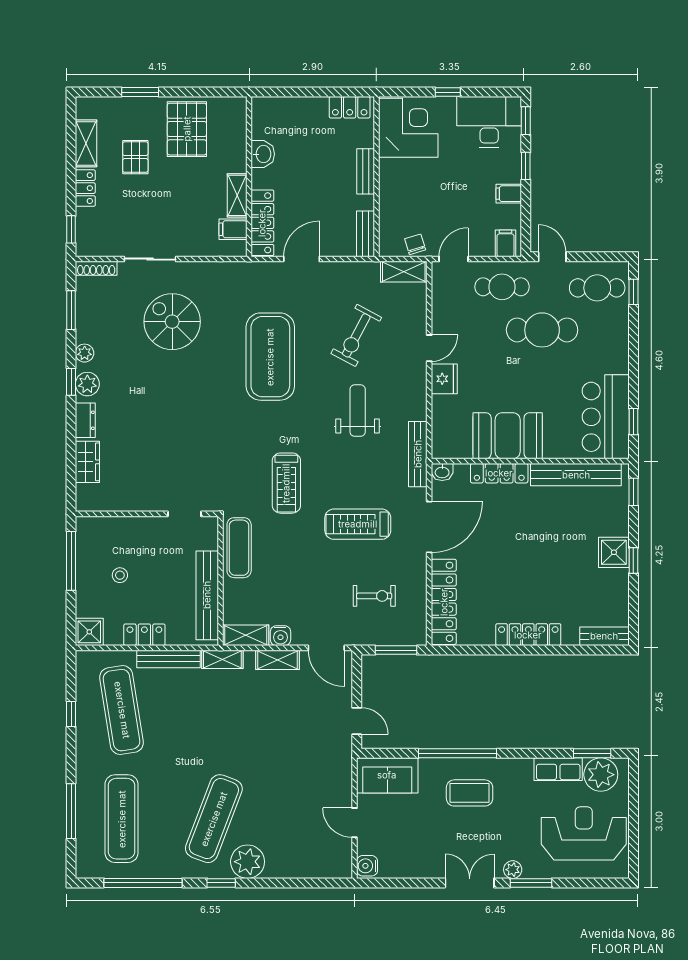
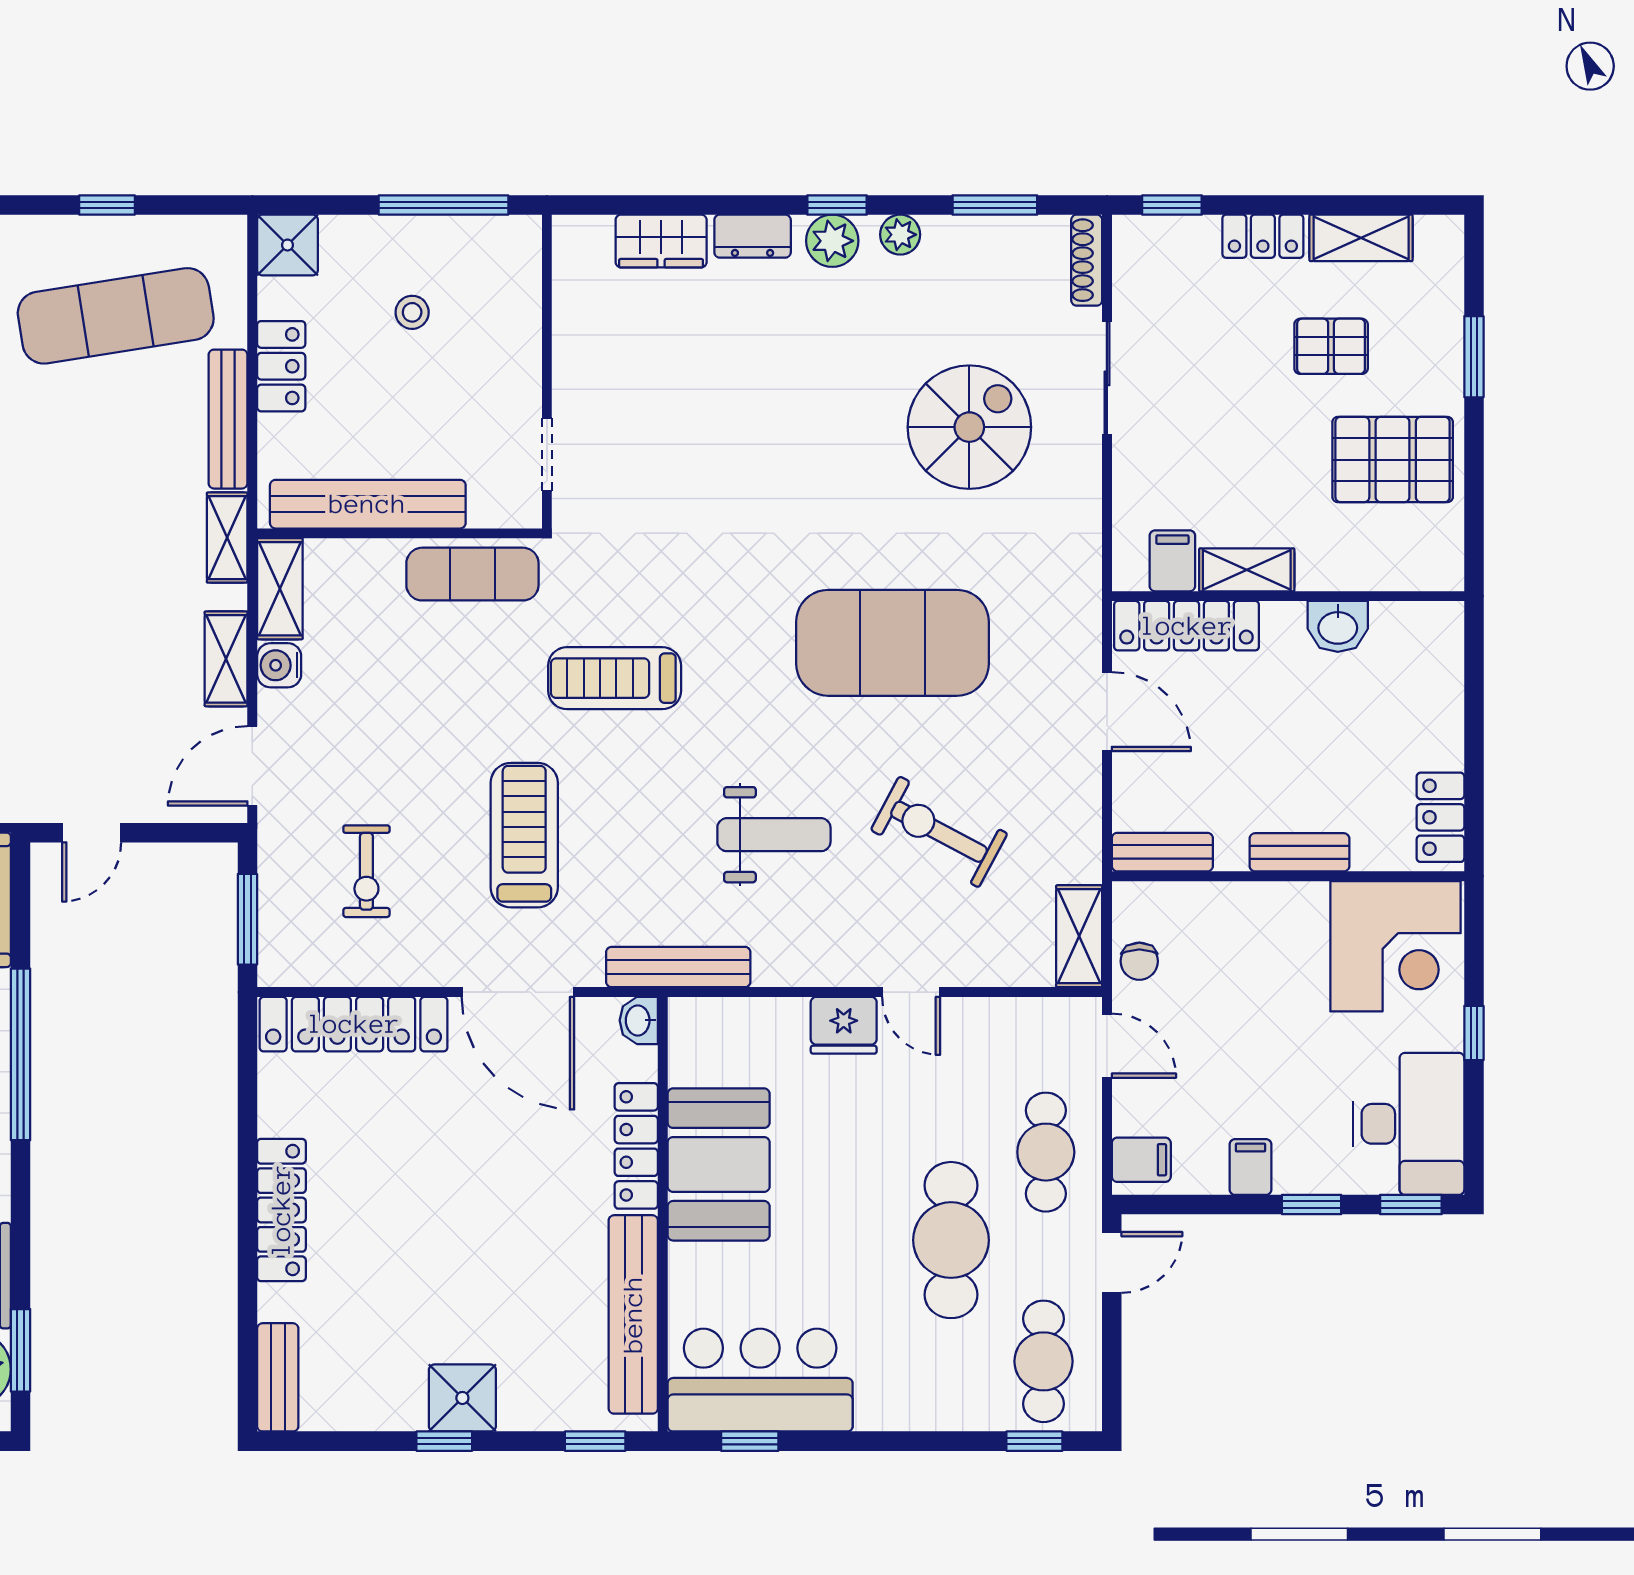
chair: (415, 244) -> (1139, 961), turned 107

